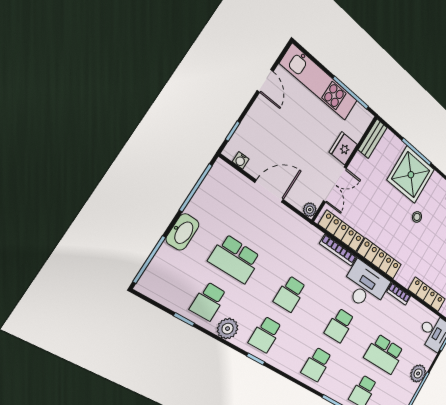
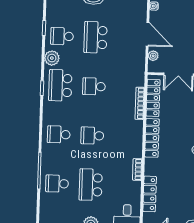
plant: (310, 210) -> (153, 56), moved
desk: (365, 286) -> (128, 139), removed
school desk: (265, 335) -> (60, 85), width x1.85

